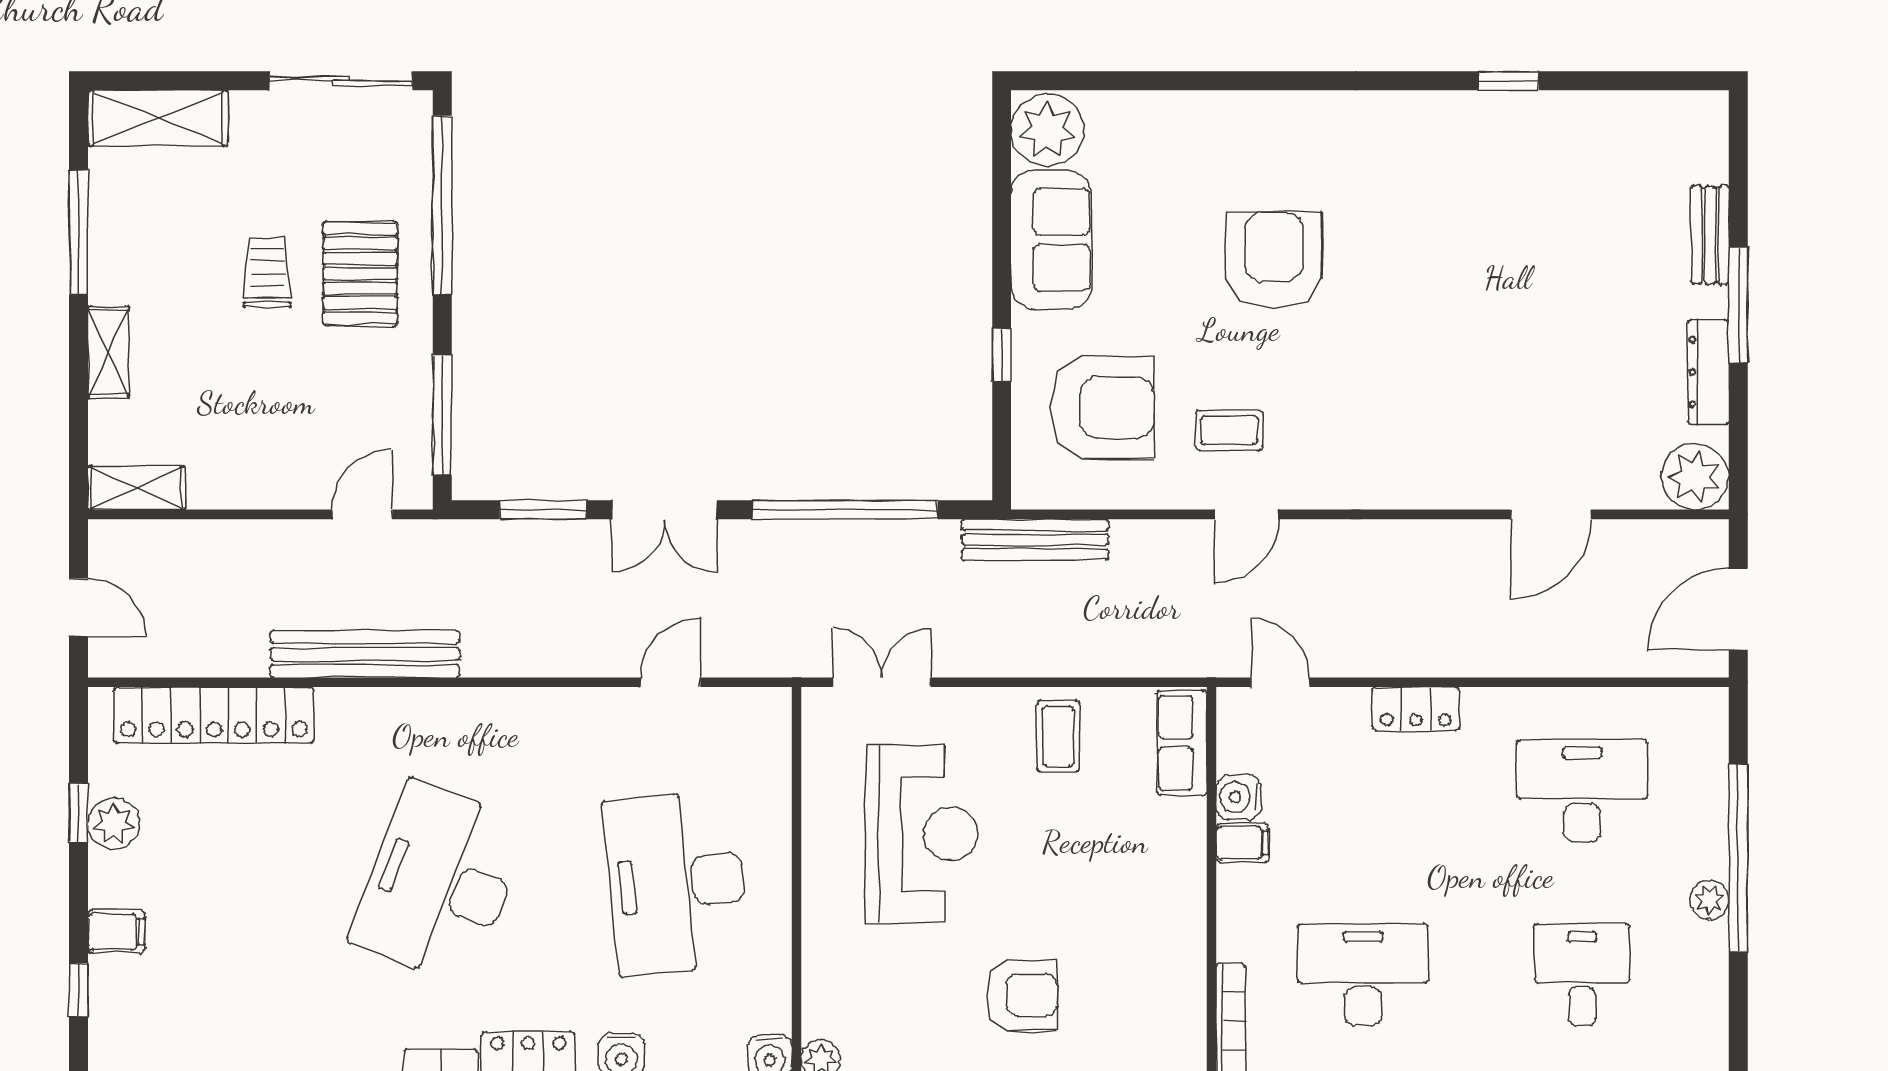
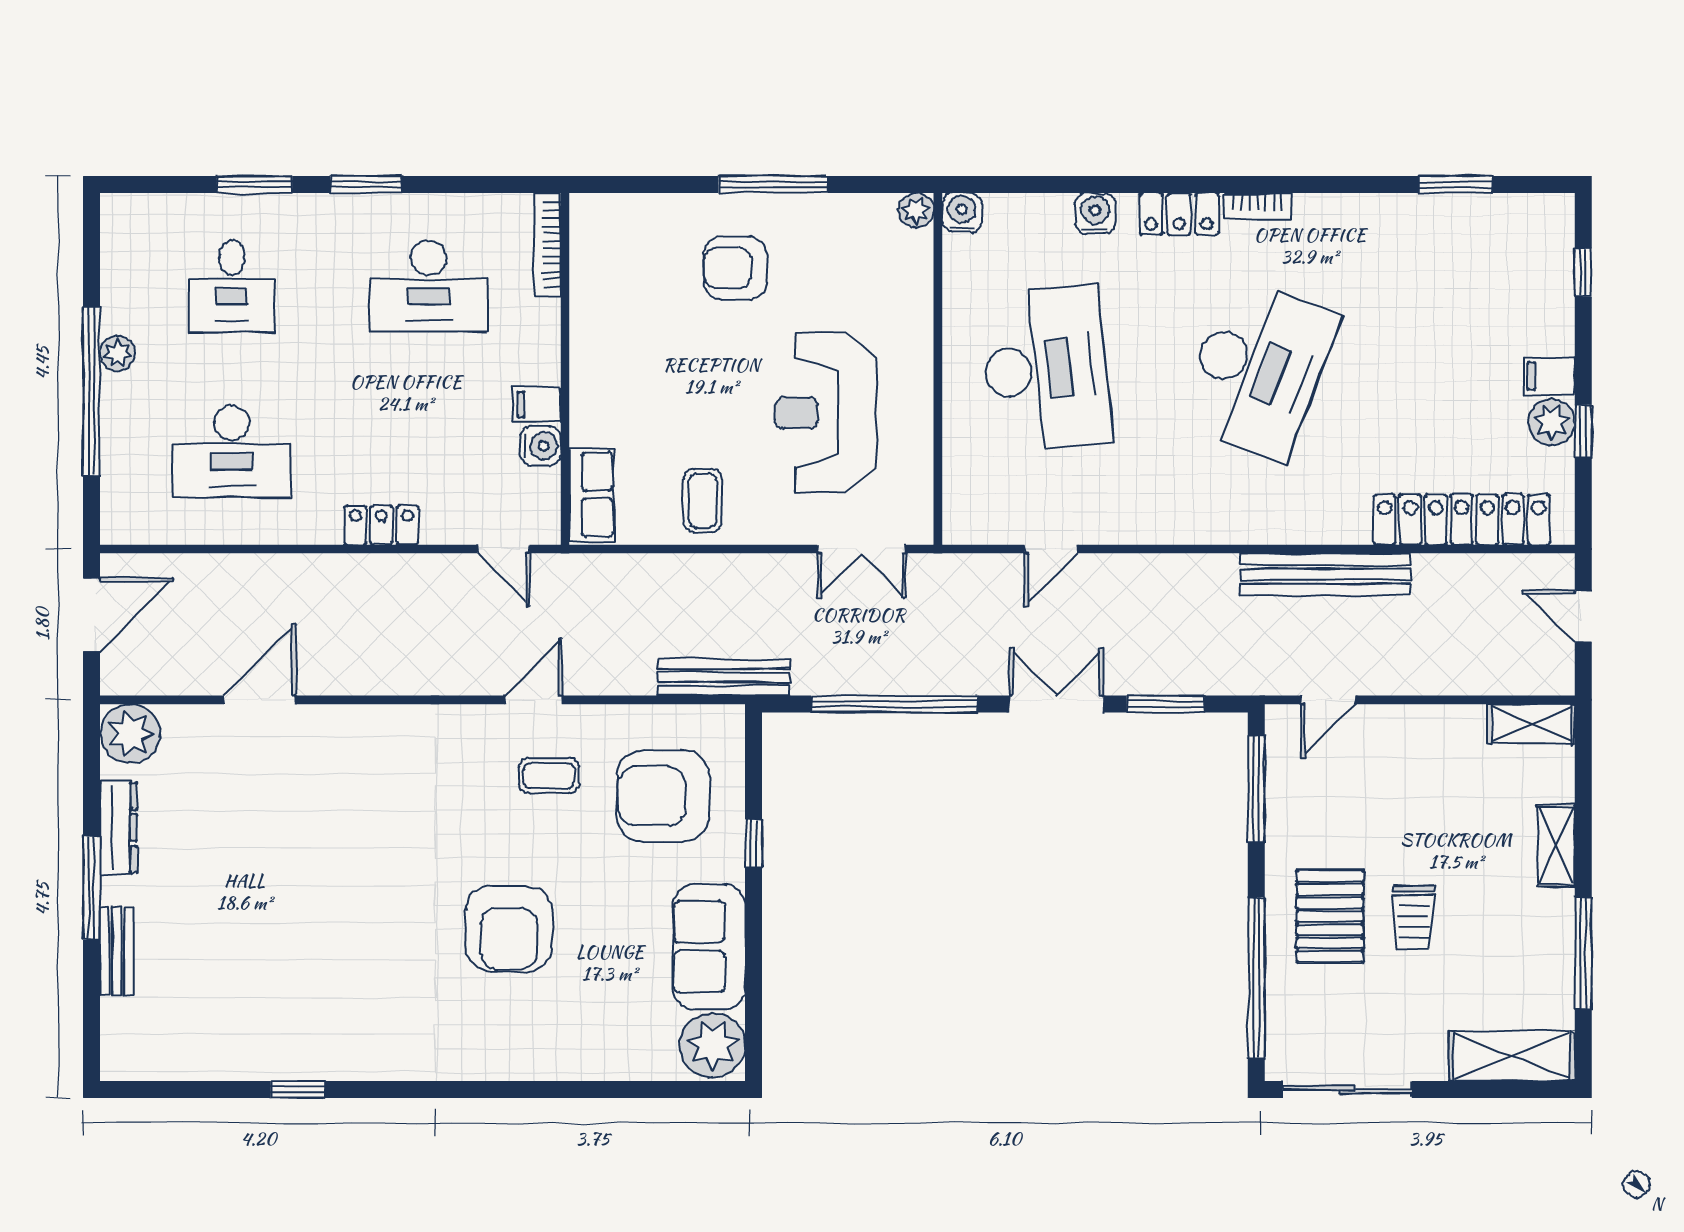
filing cabinet: (116, 932) -> (1549, 376), moved

